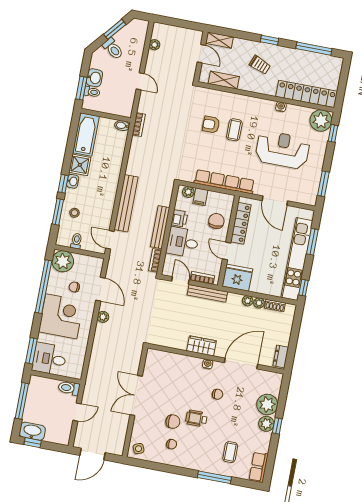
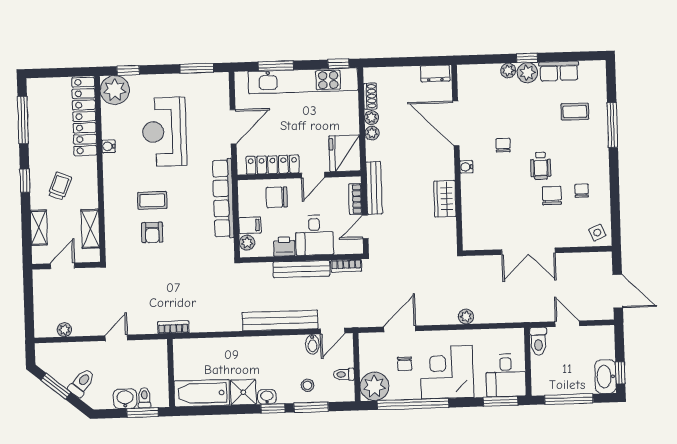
shelving: (219, 40) -> (39, 228), moved
bidet: (122, 126) -> (312, 344), moved
plant: (103, 317) -> (466, 317), moved
wardrobe: (201, 346) -> (445, 199), moved
plant: (267, 405) -> (508, 70), width x0.53, depth x0.53
row of seats: (259, 467) -> (559, 71), moved

